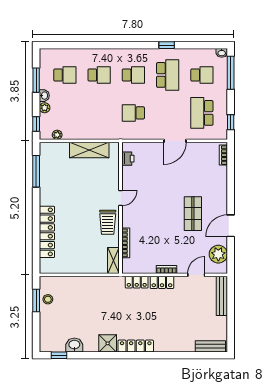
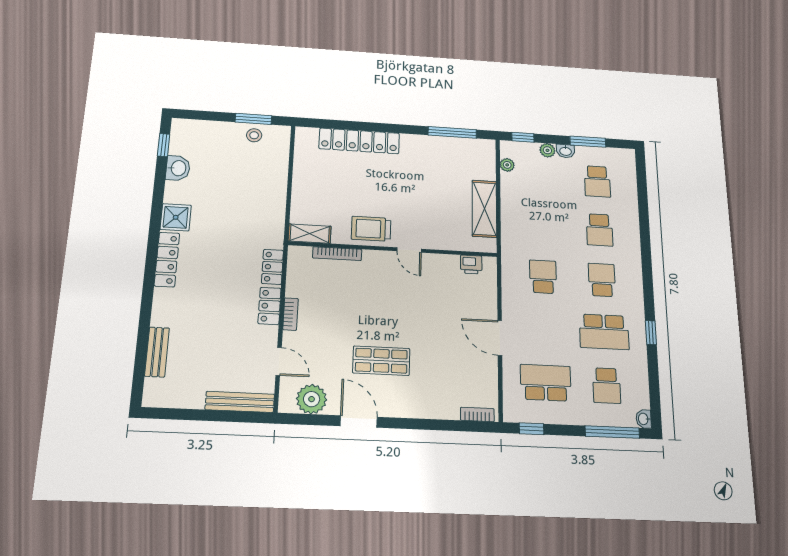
school desk: (133, 75) -> (602, 280), turned 180
bench: (210, 346) -> (157, 352), moved

